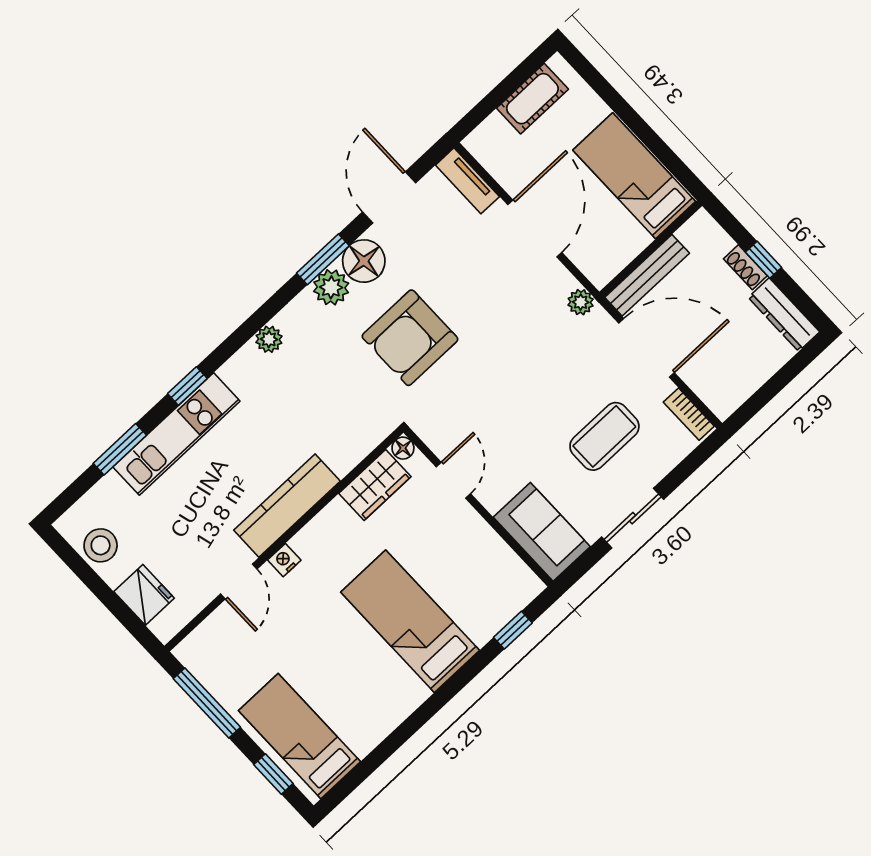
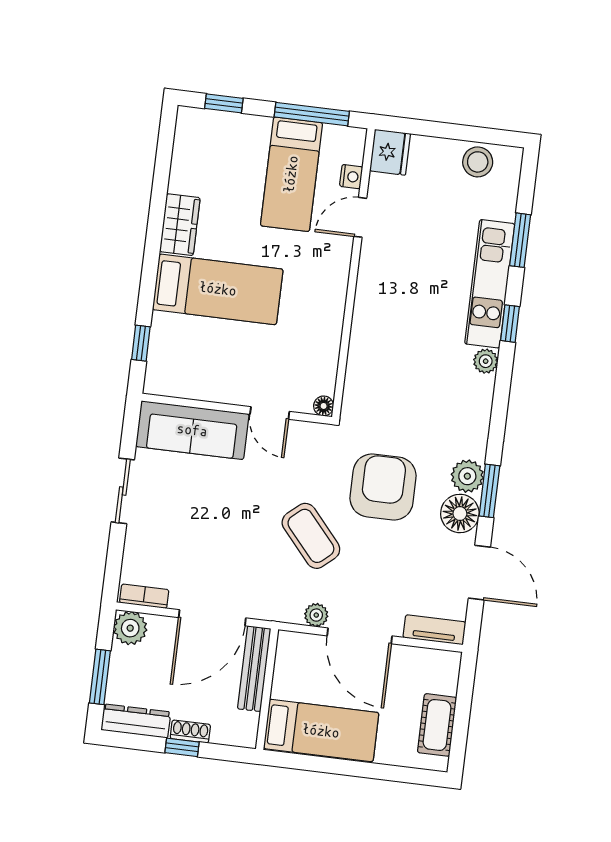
plant: (581, 302) -> (316, 615), moved
plant: (269, 339) -> (486, 361), moved
window: (783, 377) -> (100, 677), added
plant: (723, 397) -> (130, 628), added
coffee table: (604, 436) -> (311, 536), moved, turned -41
wardrobe: (375, 485) -> (180, 225), moved, turned 180
kitchen counter: (287, 506) -> (371, 298), removed
sofa: (542, 532) -> (192, 430), width x1.36
nightstand: (284, 560) -> (351, 177), moved
door: (239, 581) -> (360, 217), hinge flipped
fridge: (144, 595) -> (390, 152), moved, turned -90
bed: (299, 736) -> (291, 174), moved, turned 90

